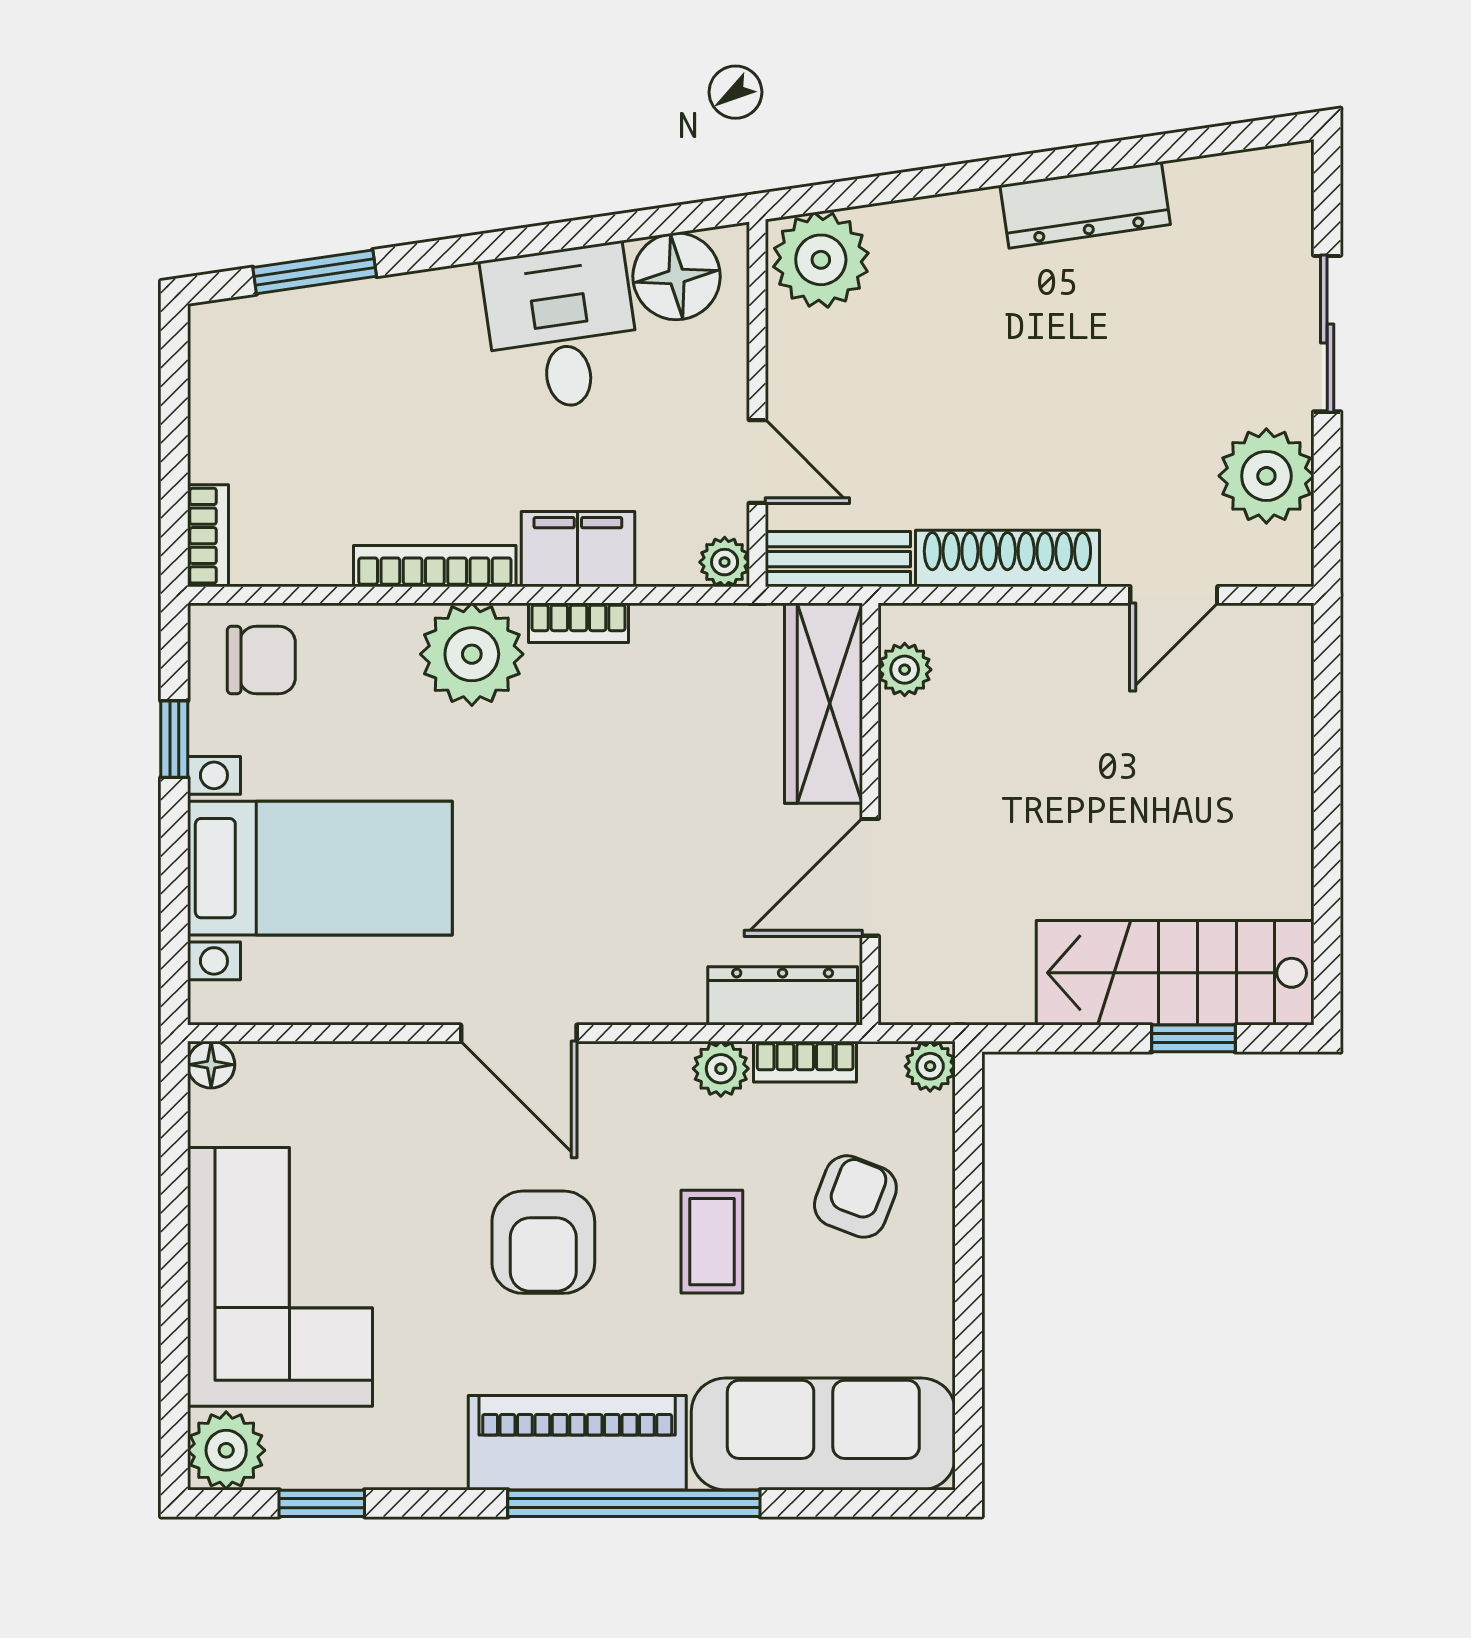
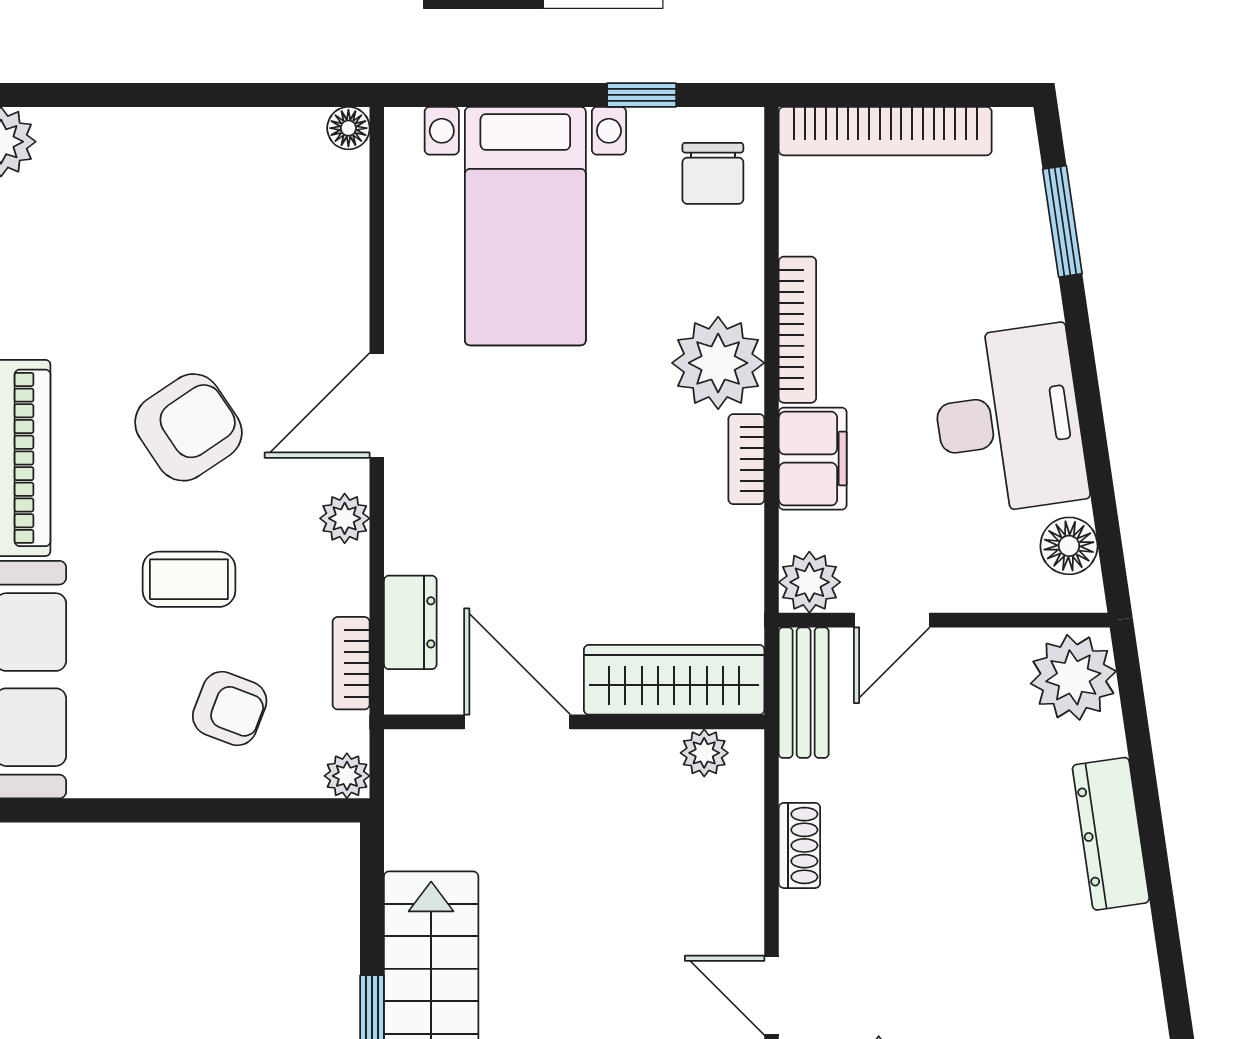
dresser: (1085, 205) -> (1111, 834), moved
floor lamp: (677, 276) -> (1069, 546), width x0.73, depth x0.73
desk: (562, 328) -> (1008, 420), width x1.37
bookcase: (208, 536) -> (885, 131), width x2.31, depth x1.31
shoe rack: (1007, 558) -> (799, 845), width x0.51, depth x0.81
plant: (725, 562) -> (809, 582), width x1.38, depth x1.38
dresser: (783, 996) -> (410, 622), width x0.70
plant: (721, 1069) -> (345, 518), moved
armchair: (543, 1242) -> (188, 427), turned 146
corner sofa: (280, 1277) -> (157, 190), removed

